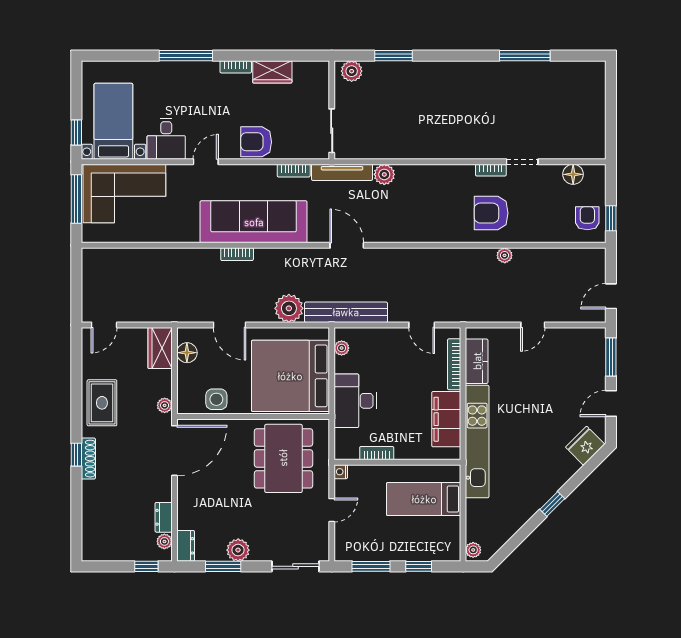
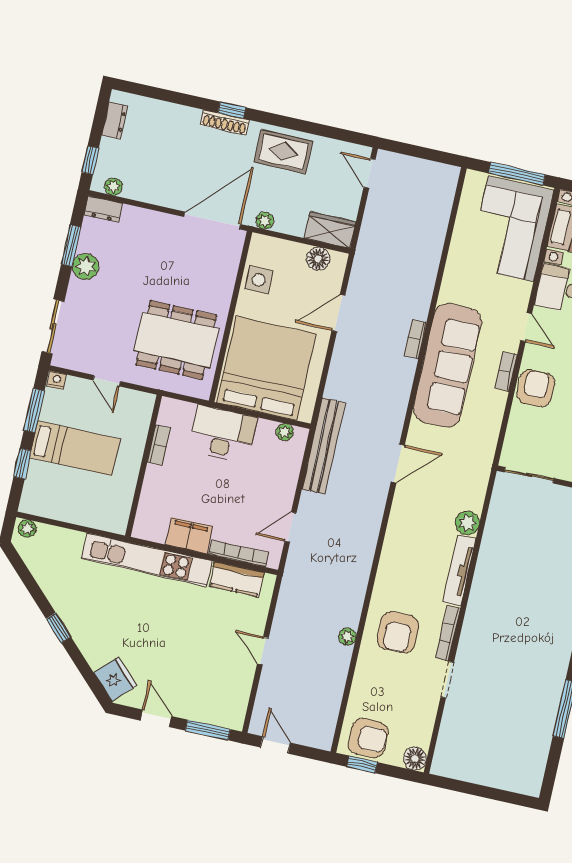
bookcase: (491, 170) -> (448, 633), width x1.56
bookcase: (294, 171) -> (506, 371), moved
tv unit: (342, 172) -> (459, 571), moved
floor lamp: (573, 174) -> (415, 759), moved
armchair: (491, 213) -> (398, 632), turned 180
armchair: (587, 218) -> (368, 738), width x1.38, depth x1.38
plant: (289, 308) -> (342, 383), removed
filing cabinet: (446, 419) -> (189, 536), width x0.67, depth x0.86
door: (174, 451) -> (212, 220), swing flipped
nightstand: (341, 472) -> (57, 380), moved
bed: (424, 499) -> (75, 448), moved, turned 90
dresser: (164, 517) -> (115, 120), moved, turned 90

